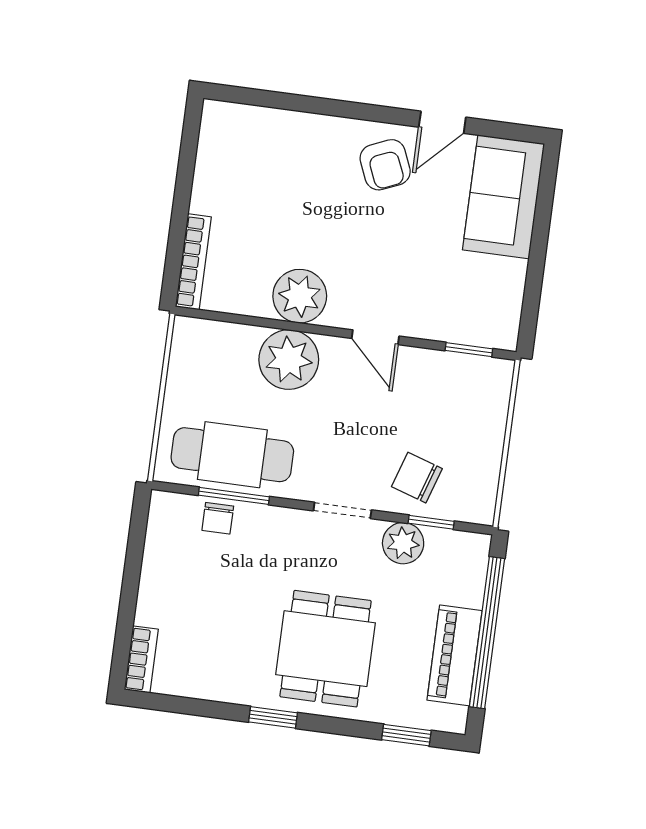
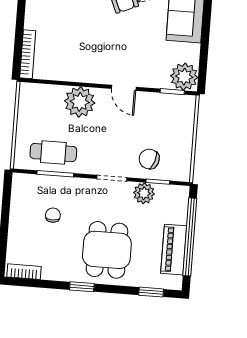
plant: (300, 296) -> (184, 77), moved
cafe table: (232, 455) -> (53, 153), width x0.73, depth x0.74
chair: (218, 518) -> (53, 215), moved, turned 180
bookcase: (141, 659) -> (24, 272), moved, turned -90

